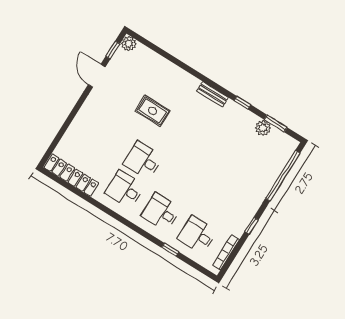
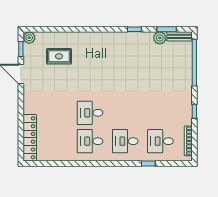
bench: (213, 94) -> (180, 36), moved
rug: (153, 111) -> (59, 56), moved
locker: (71, 175) -> (30, 138), moved, turned 90

